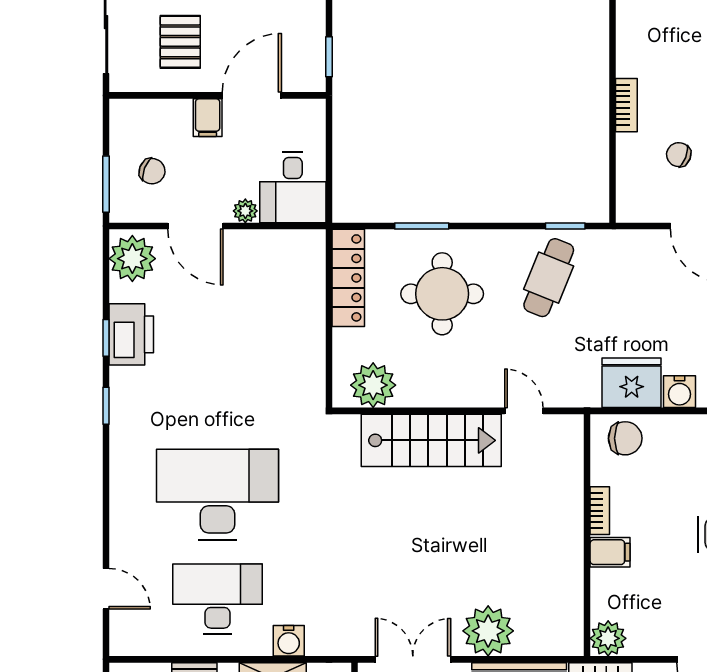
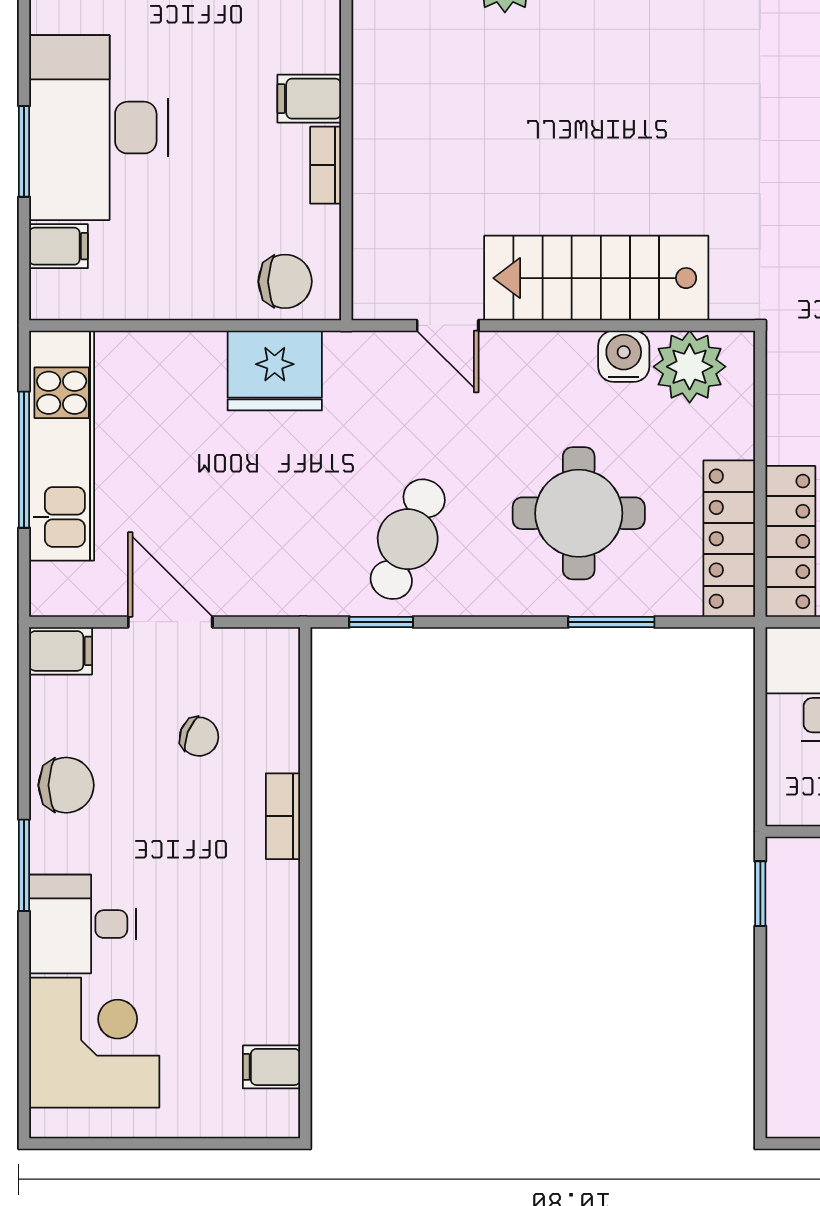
locker: (310, 276) -> (790, 541), added
water cooler: (679, 392) -> (624, 356), moved
chair: (625, 438) -> (285, 281), turned 180

